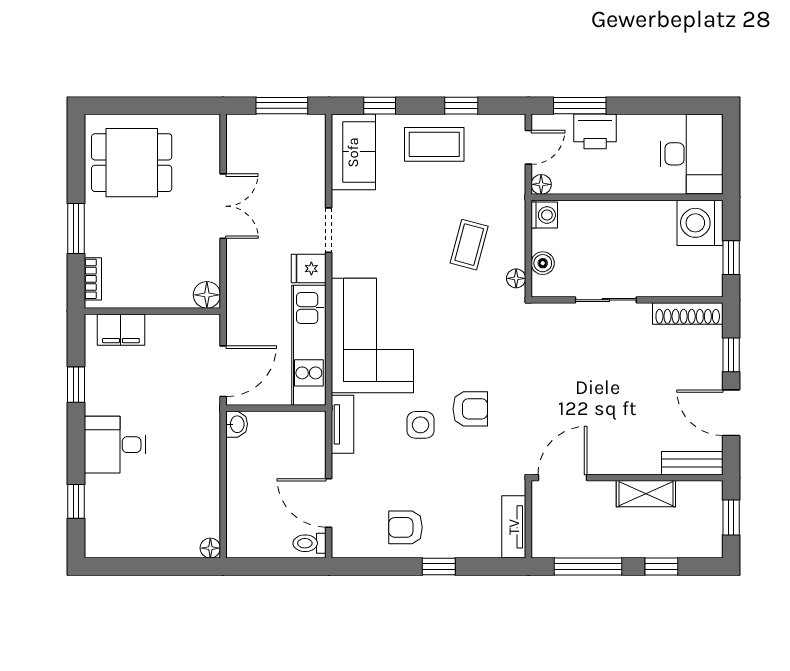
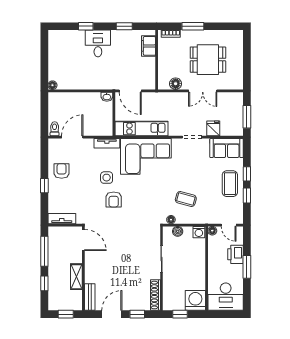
window: (380, 106) -> (247, 174), moved
window: (580, 106) -> (247, 267), moved
dining table: (132, 163) -> (208, 60), moved, turned 90
fridge: (309, 269) -> (213, 128), moved
floor lamp: (207, 295) -> (176, 84), moved
window: (76, 501) -> (86, 26), moved

